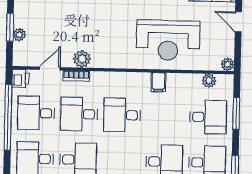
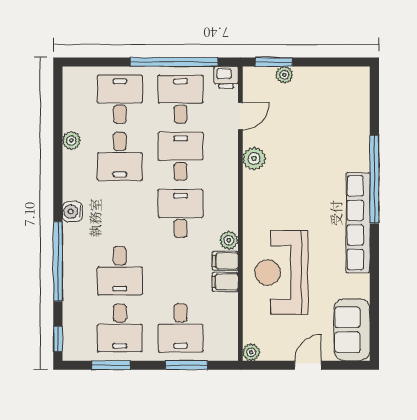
window: (10, 27) -> (274, 62), moved
door: (50, 68) -> (240, 116), hinge flipped
bookcase: (76, 76) -> (231, 152), removed
plant: (209, 81) -> (229, 240), moved
filing cabinet: (174, 83) -> (225, 282), added

